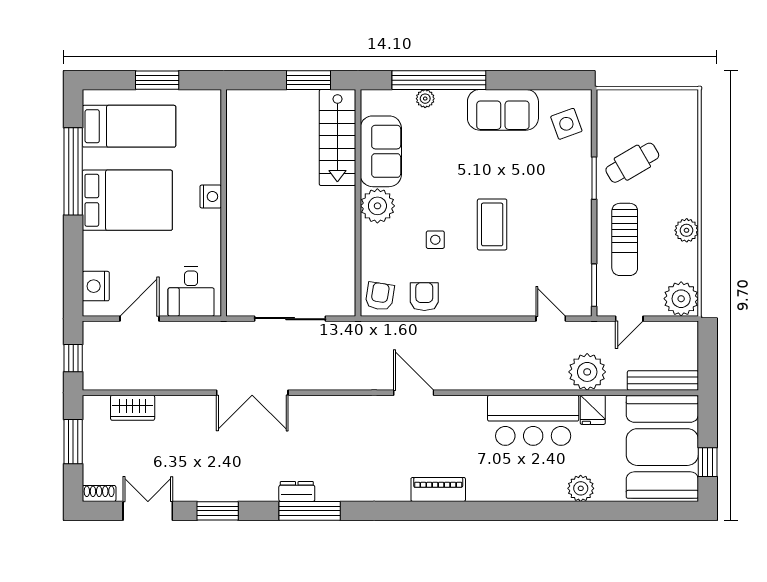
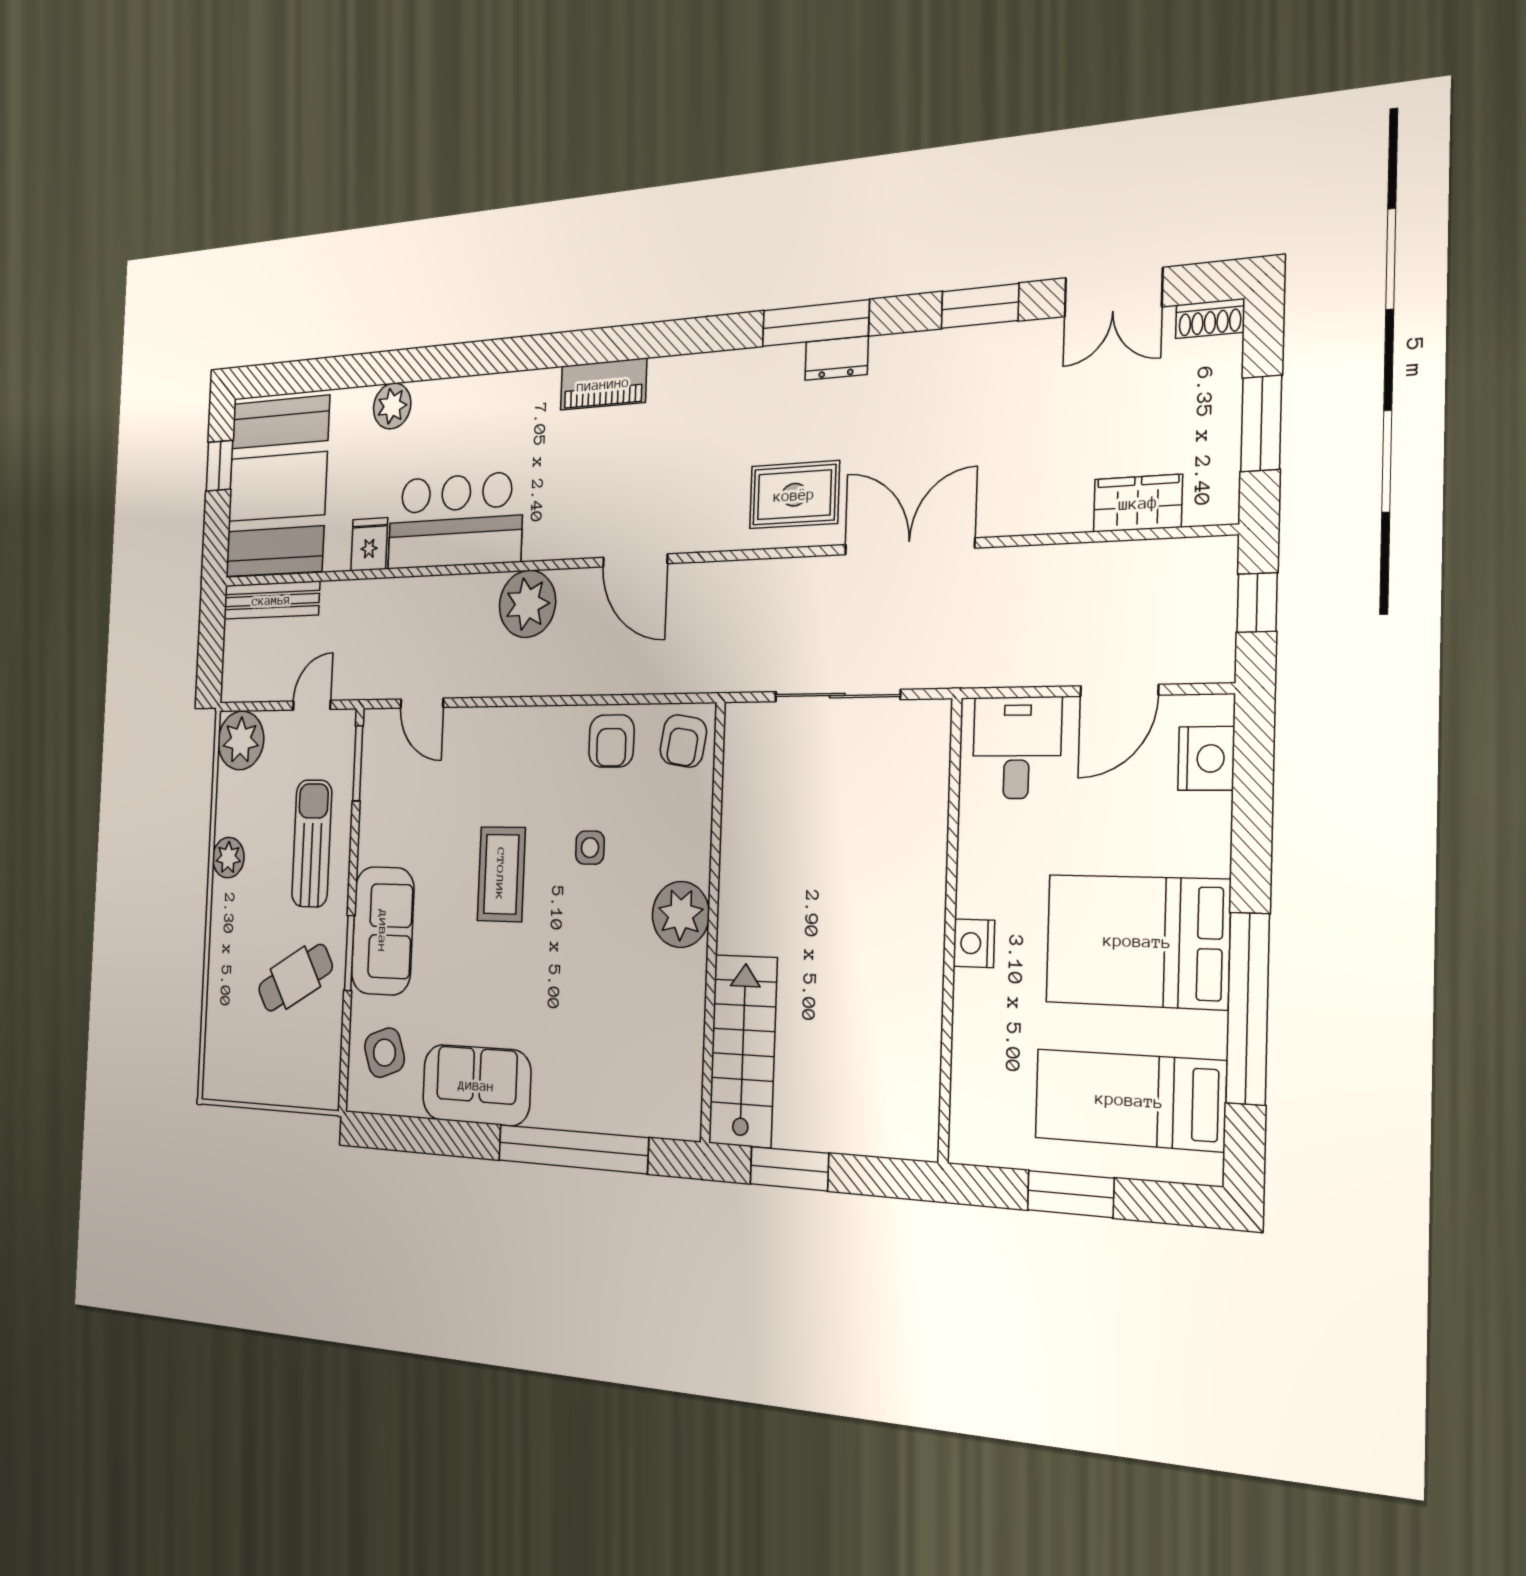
plant: (425, 99) -> (596, 1116), removed
sofa: (381, 151) -> (383, 931), moved, turned 180
plant: (587, 372) -> (527, 604), moved
rug: (319, 422) -> (794, 495), added

